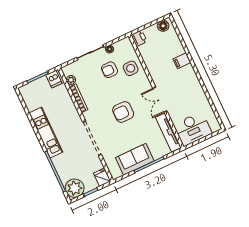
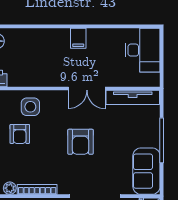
filing cabinet: (182, 61) -> (78, 38), moved
desk: (193, 129) -> (143, 50), moved
sofa: (135, 159) -> (146, 171), moved

